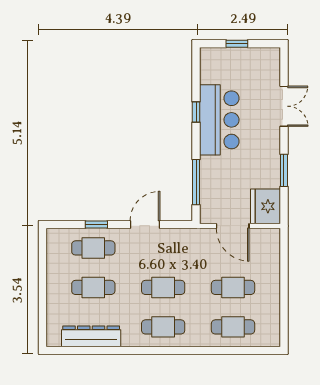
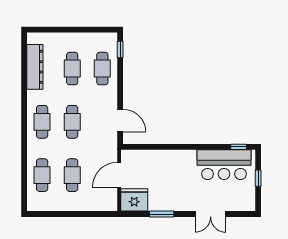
window: (196, 112) -> (239, 147), moved
bar counter: (219, 120) -> (224, 165), moved
window: (196, 182) -> (153, 147), removed
window: (96, 225) -> (120, 49), moved
door: (145, 225) -> (120, 121), moved

